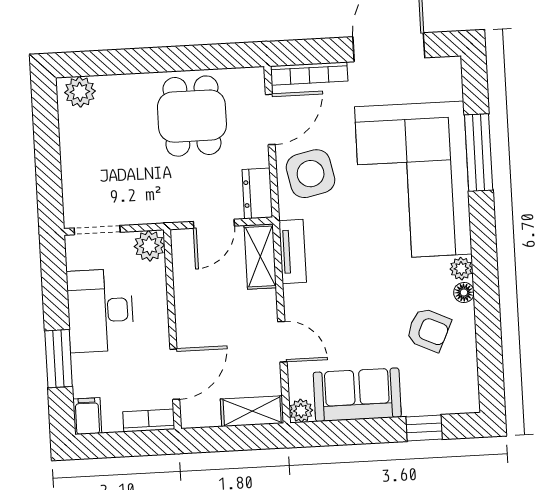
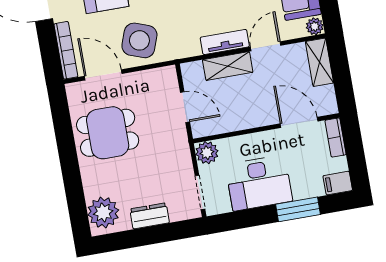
plant: (80, 92) -> (103, 213), width x1.36, depth x1.36
side table: (311, 174) -> (139, 40), turned 32
dresser: (257, 193) -> (150, 216), moved, turned 180
tv unit: (293, 251) -> (225, 42), moved
shelving: (260, 257) -> (228, 66), moved

